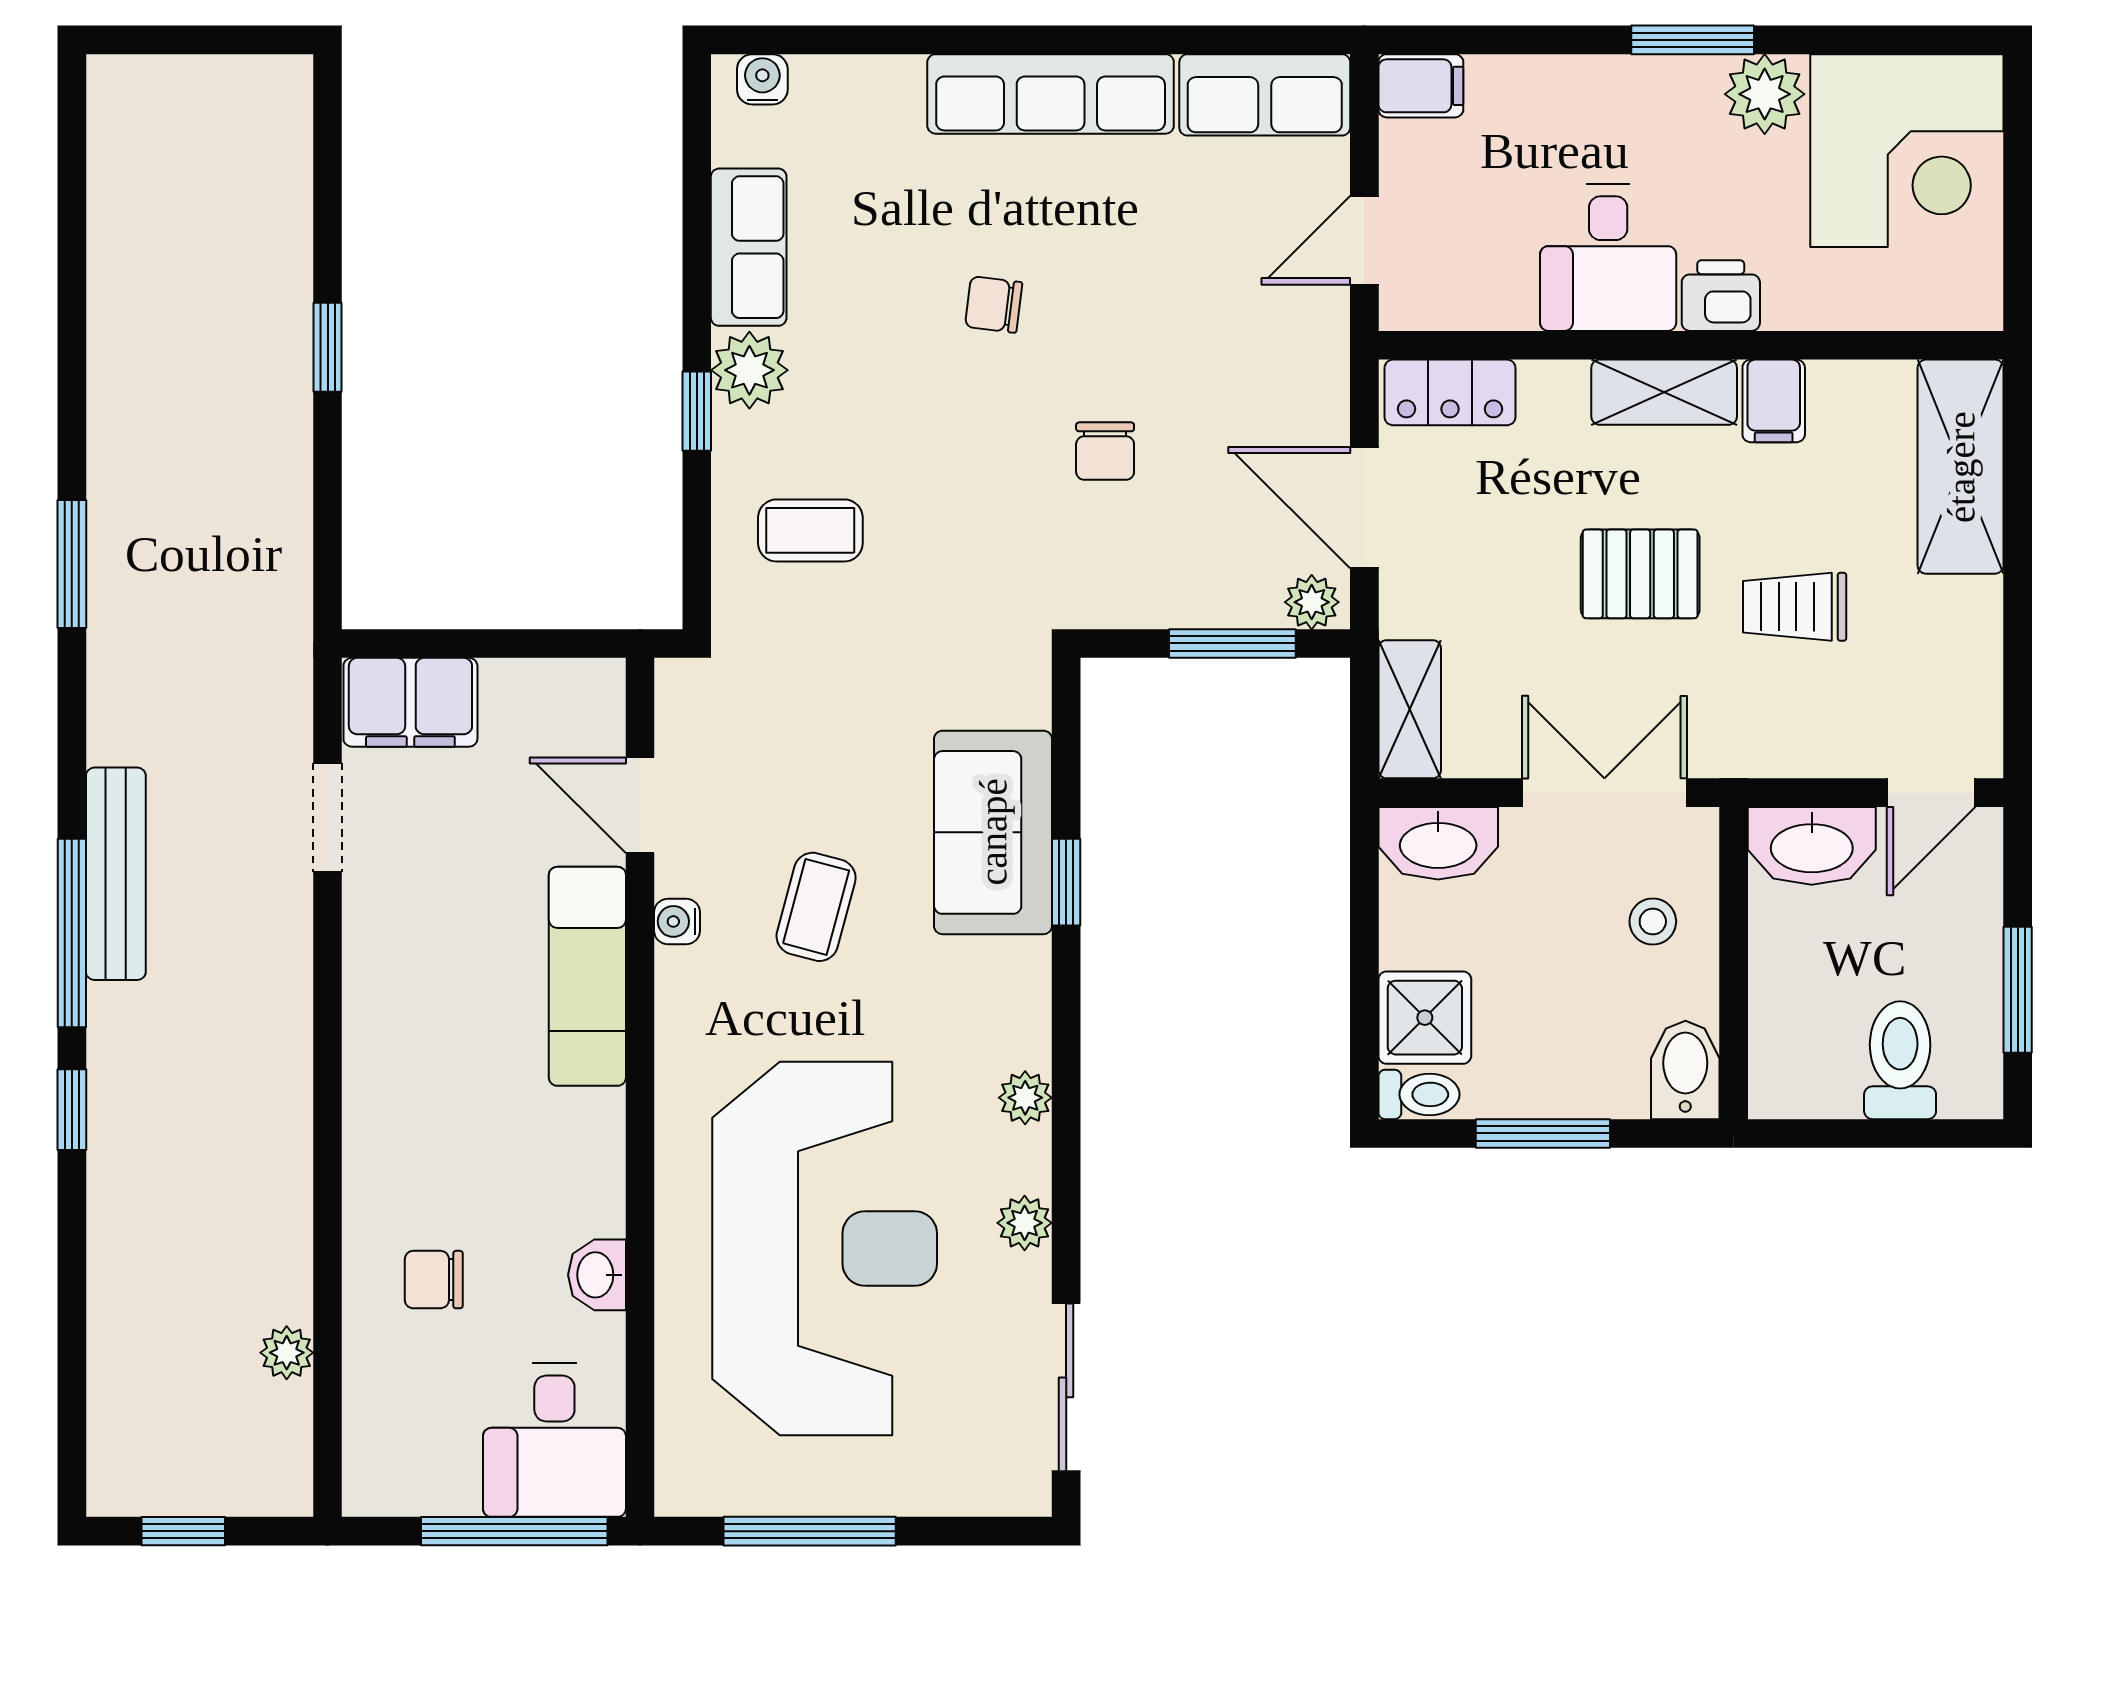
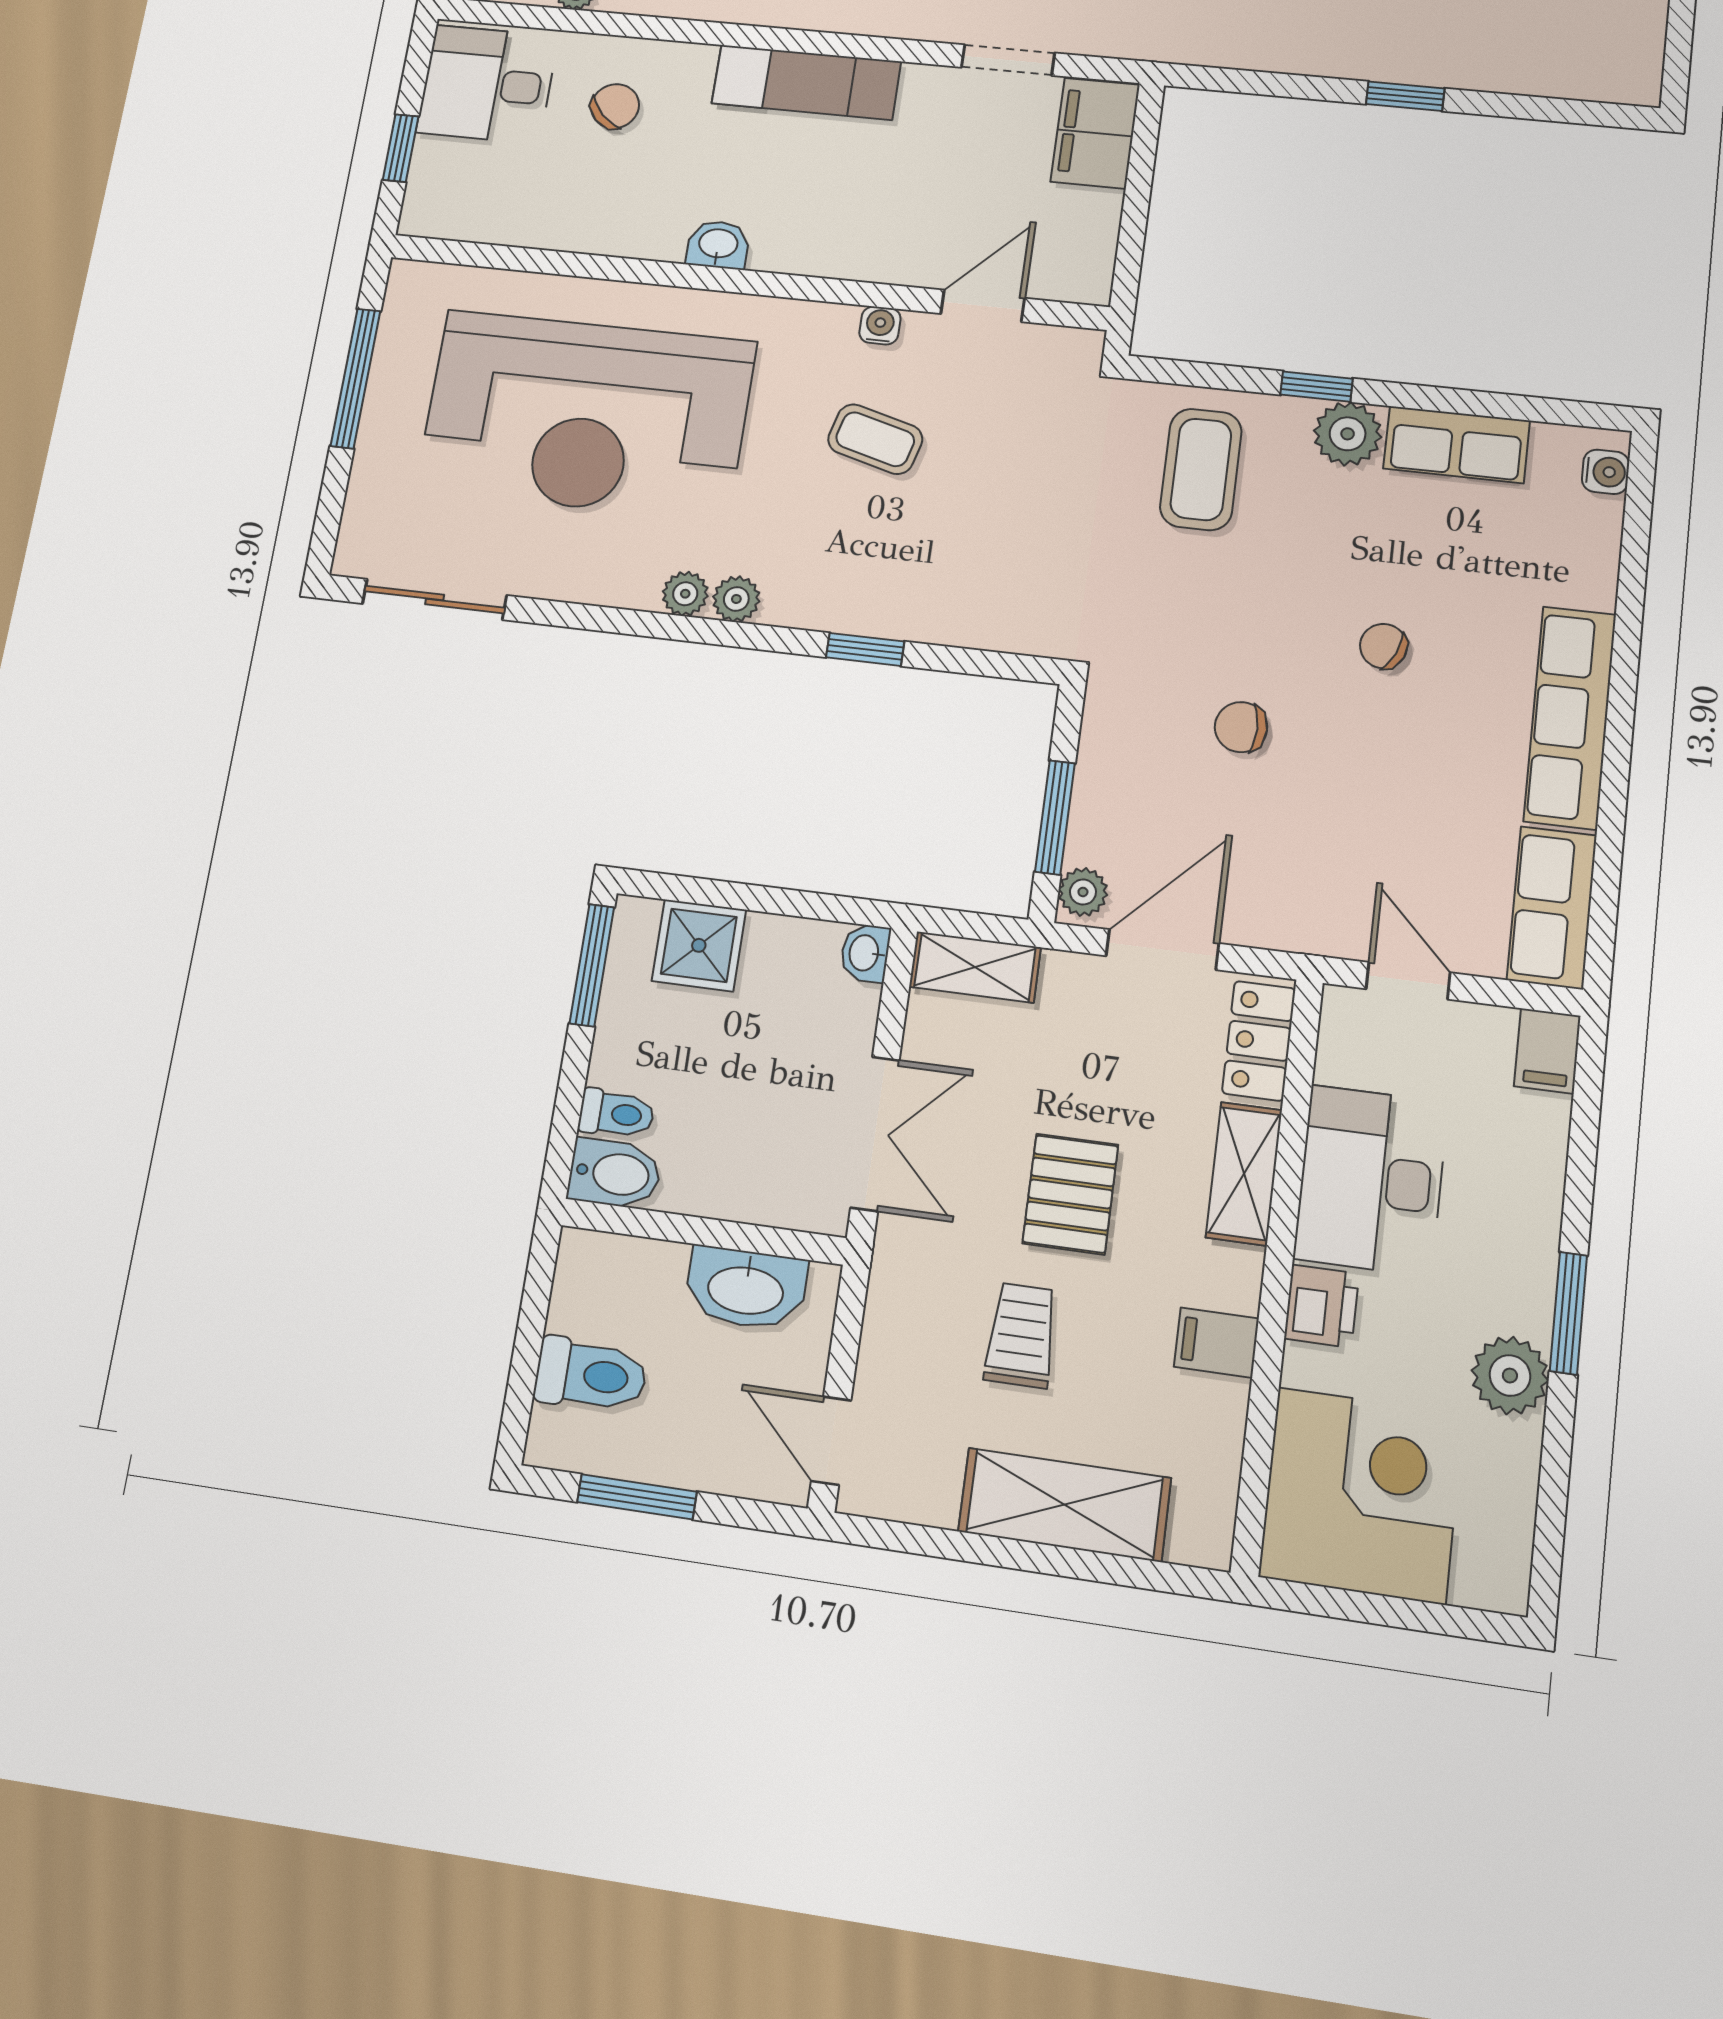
corner desk: (1907, 151) -> (1361, 1495), moved, turned 180
desk: (1608, 258) -> (1371, 1180), width x1.37
chair: (994, 305) -> (1384, 646), turned -73
shelving: (1664, 392) -> (1244, 1174), moved
shelving: (1961, 467) -> (1065, 1505), moved
coffee table: (810, 530) -> (1201, 469), width x1.36, depth x1.30
sofa: (993, 832) -> (917, 593), removed
washbasin: (1438, 843) -> (865, 953), width x0.52, depth x0.69
washbasin: (1812, 846) -> (746, 1288), moved, turned -90
stool: (1653, 921) -> (752, 1162), removed
exam couch: (587, 976) -> (806, 82), moved, turned 180
toilet: (1419, 1094) -> (616, 1114), moved, turned -90
window: (1543, 1133) -> (592, 965), moved
plant: (1025, 1223) -> (736, 599), moved
washbasin: (597, 1275) -> (718, 245), moved
chair: (434, 1280) -> (615, 106), turned 45
desk: (554, 1440) -> (487, 84), moved
window: (514, 1531) -> (401, 148), width x0.46

